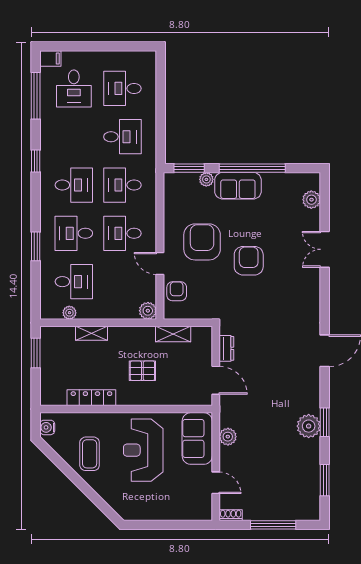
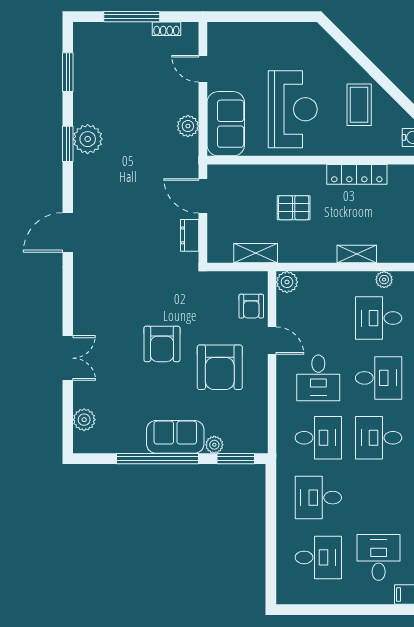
desk: (122, 233) -> (318, 378), turned 90
shoe rack: (231, 515) -> (166, 29), moved

